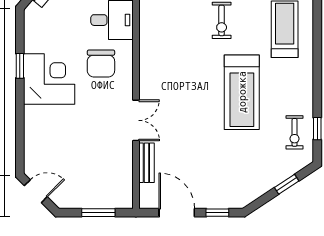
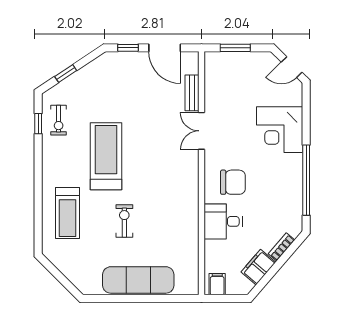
chair: (101, 64) -> (233, 182), turned 90
window: (20, 66) -> (306, 180), width x3.17
corner desk: (49, 79) -> (280, 130), moved
exercise bike: (295, 132) -> (59, 120), turned 180

